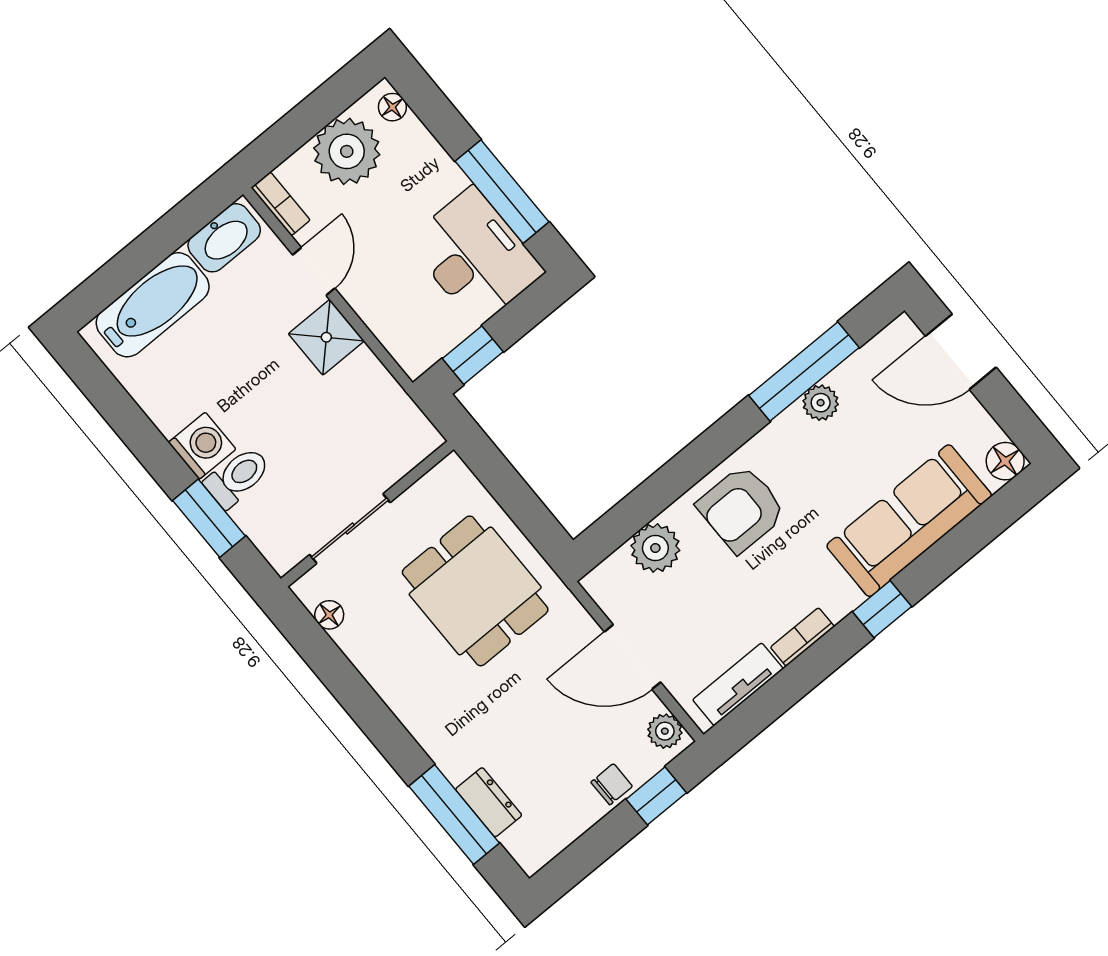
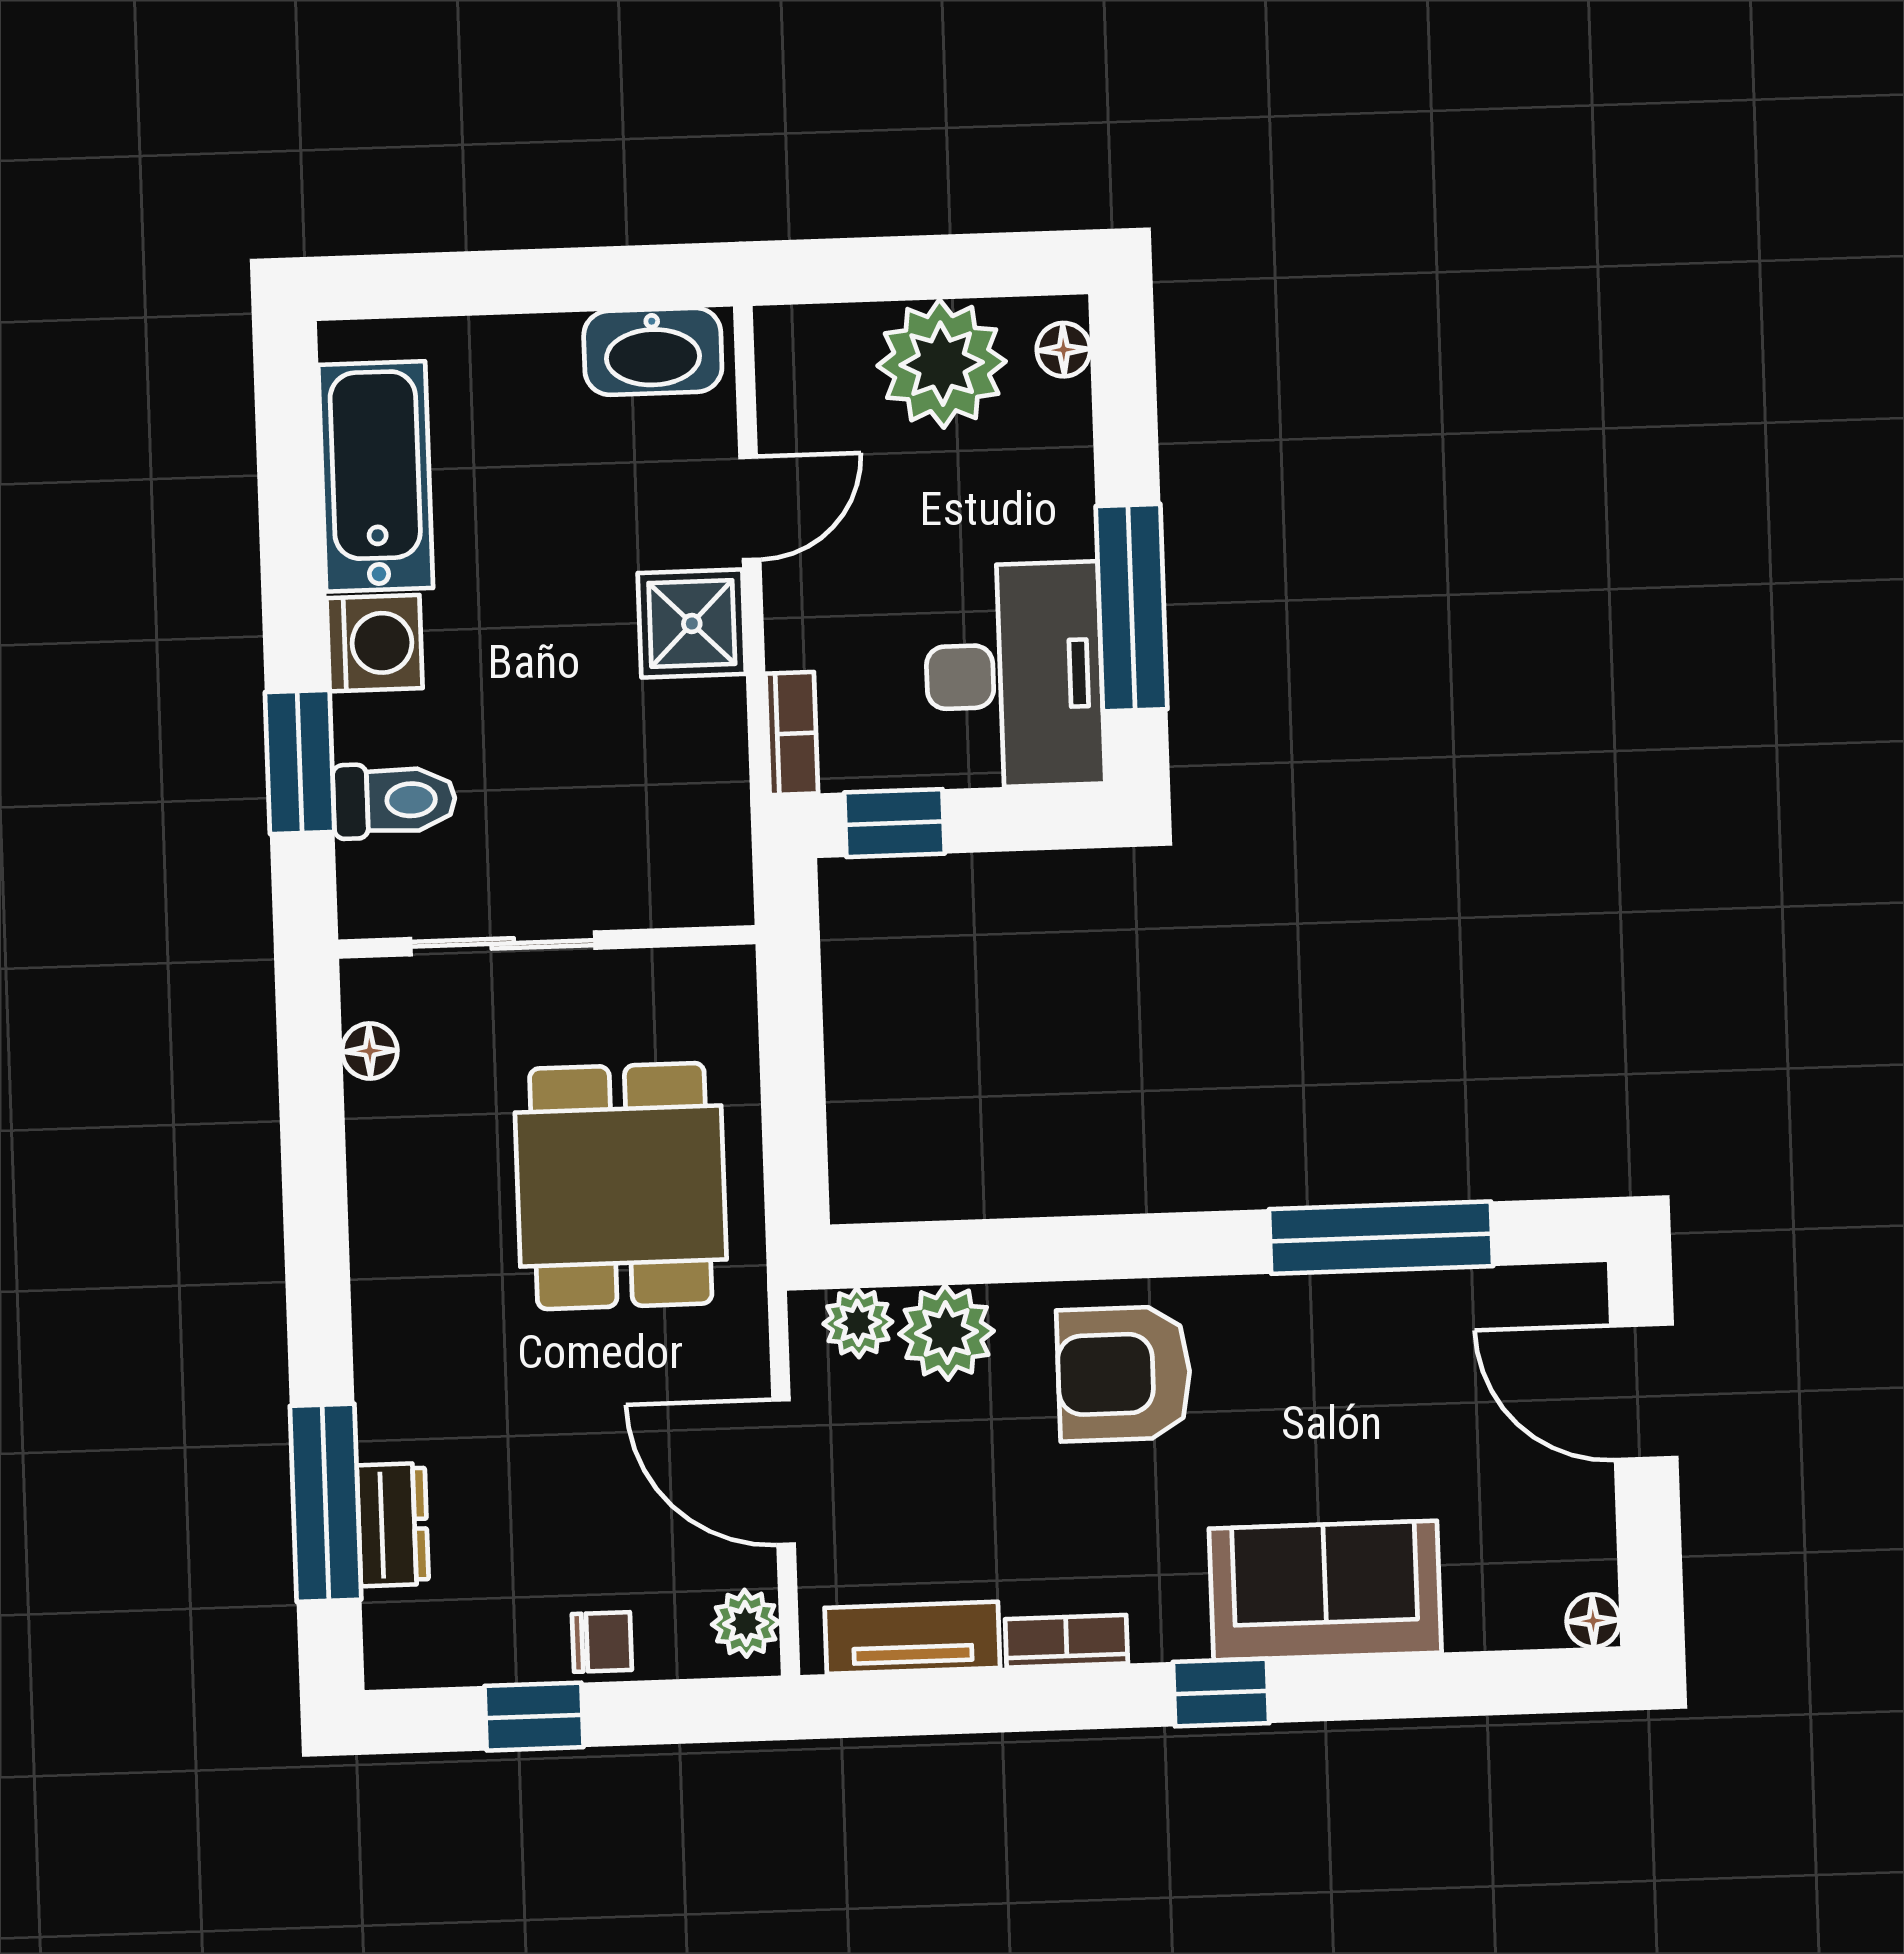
bookcase: (281, 204) -> (792, 734), moved
bathtub: (153, 305) -> (376, 476), moved, turned -90
plant: (821, 403) -> (858, 1323), moved
floor lamp: (1005, 461) -> (1593, 1621), width x0.73, depth x0.73
toilet: (238, 477) -> (394, 800), moved
sofa: (909, 521) -> (1325, 1591), width x0.73
window: (656, 796) -> (534, 1717), moved

